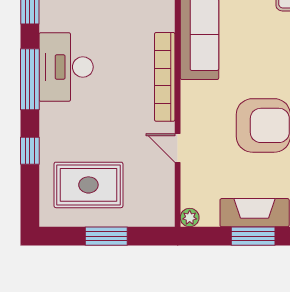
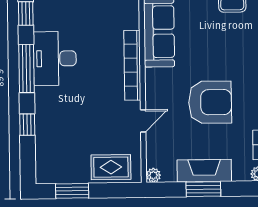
door: (178, 148) -> (143, 121), swing flipped
rug: (88, 185) -> (111, 167), moved, width x0.73, depth x0.70
window: (106, 236) -> (72, 191), moved

